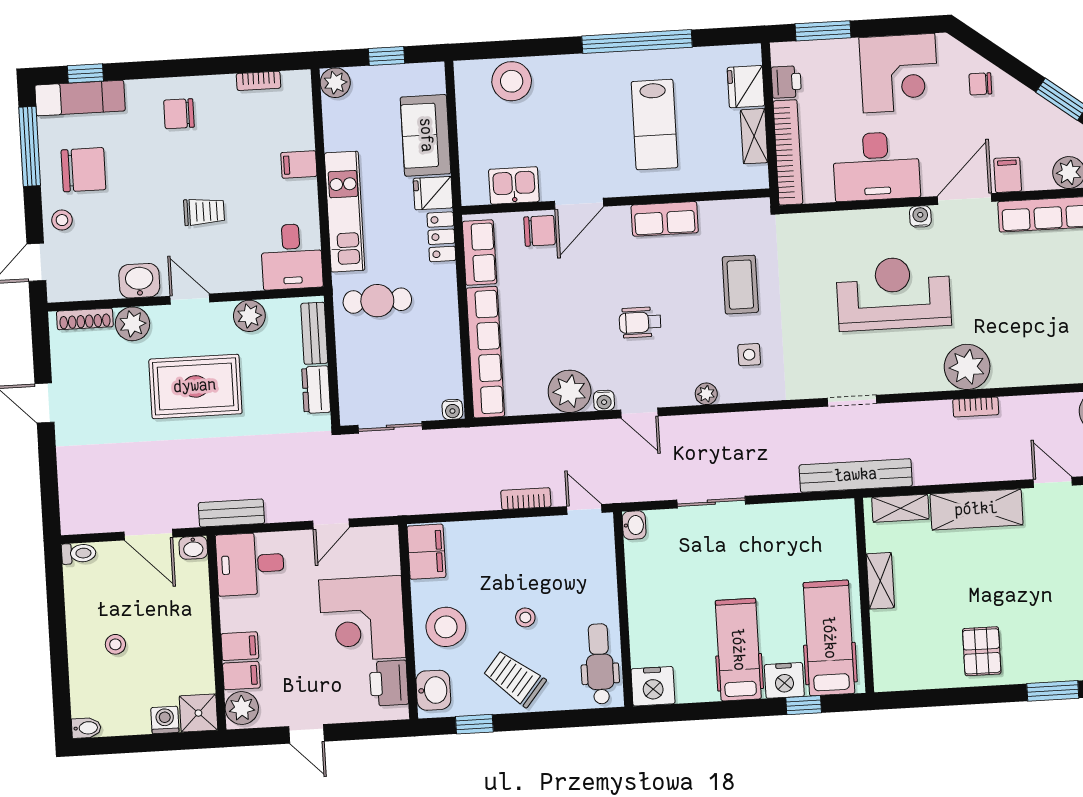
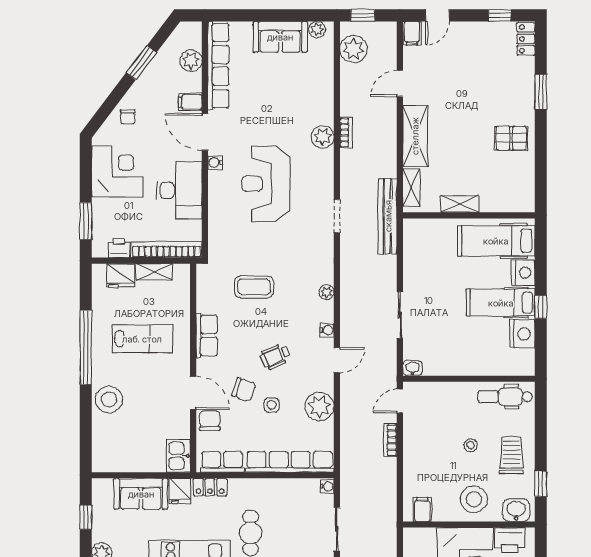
stool: (512, 81) -> (109, 399), moved
kitchen sink: (514, 185) -> (178, 456), moved
chair: (588, 278) -> (244, 390), added
wheelchair: (640, 322) -> (276, 356), turned 66
side table: (749, 355) -> (272, 405), moved
plant: (967, 367) -> (323, 137), width x0.73, depth x0.73
plant: (706, 394) -> (326, 292), moved
water cooler: (604, 400) -> (327, 330), moved
filing cabinet: (426, 552) -> (422, 509), width x0.50
trolley: (514, 678) -> (511, 455), turned 141
nightstand: (653, 686) -> (522, 334), moved
window: (804, 705) -> (541, 307), moved

